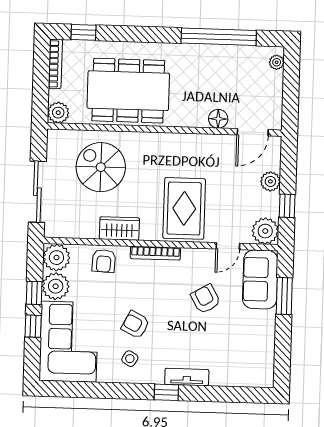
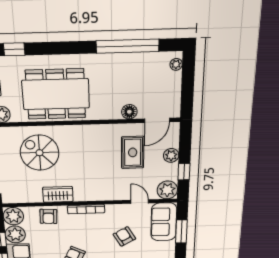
rug: (184, 208) -> (133, 152), moved, width x0.73, depth x0.70
door: (228, 246) -> (140, 202), swing flipped

